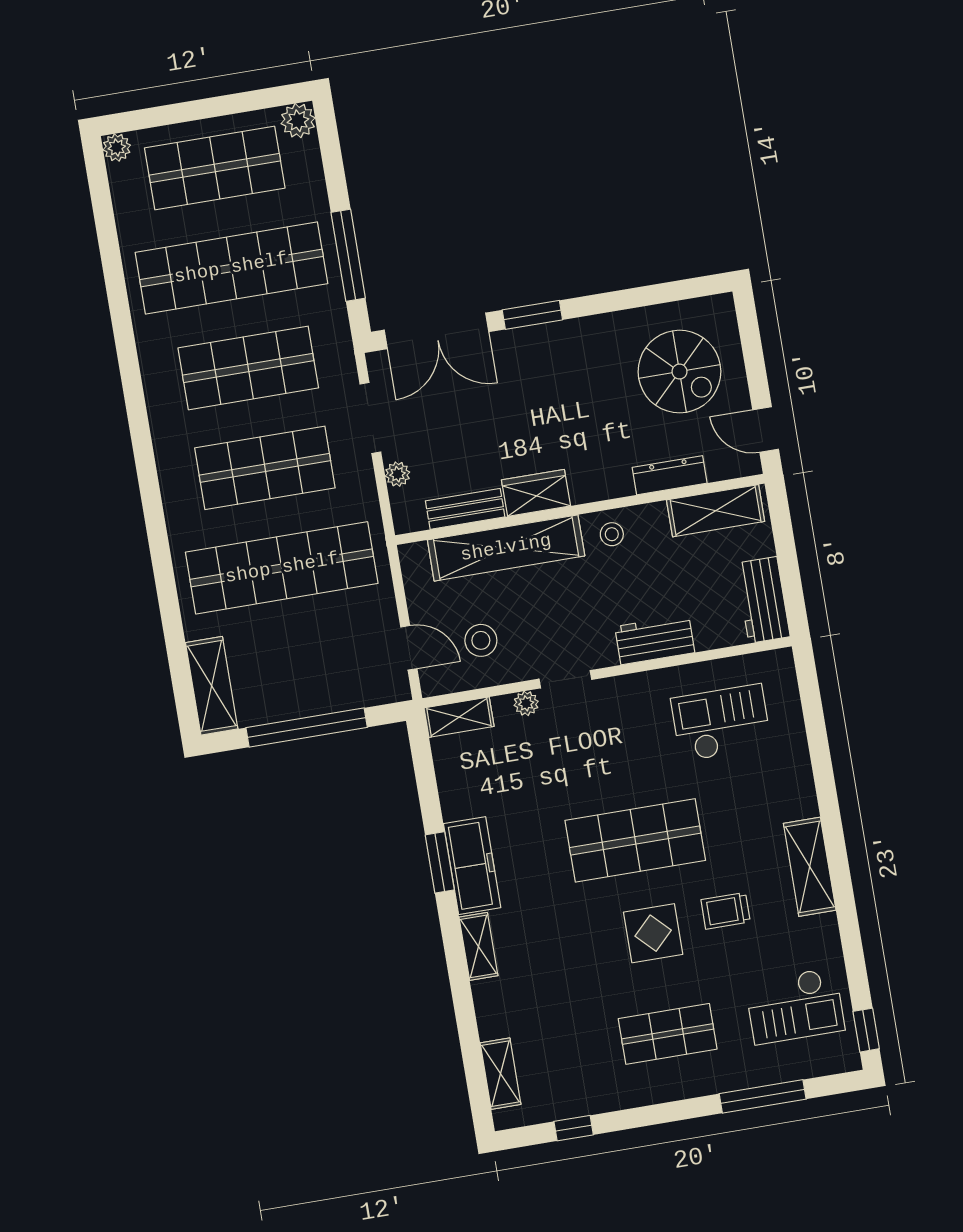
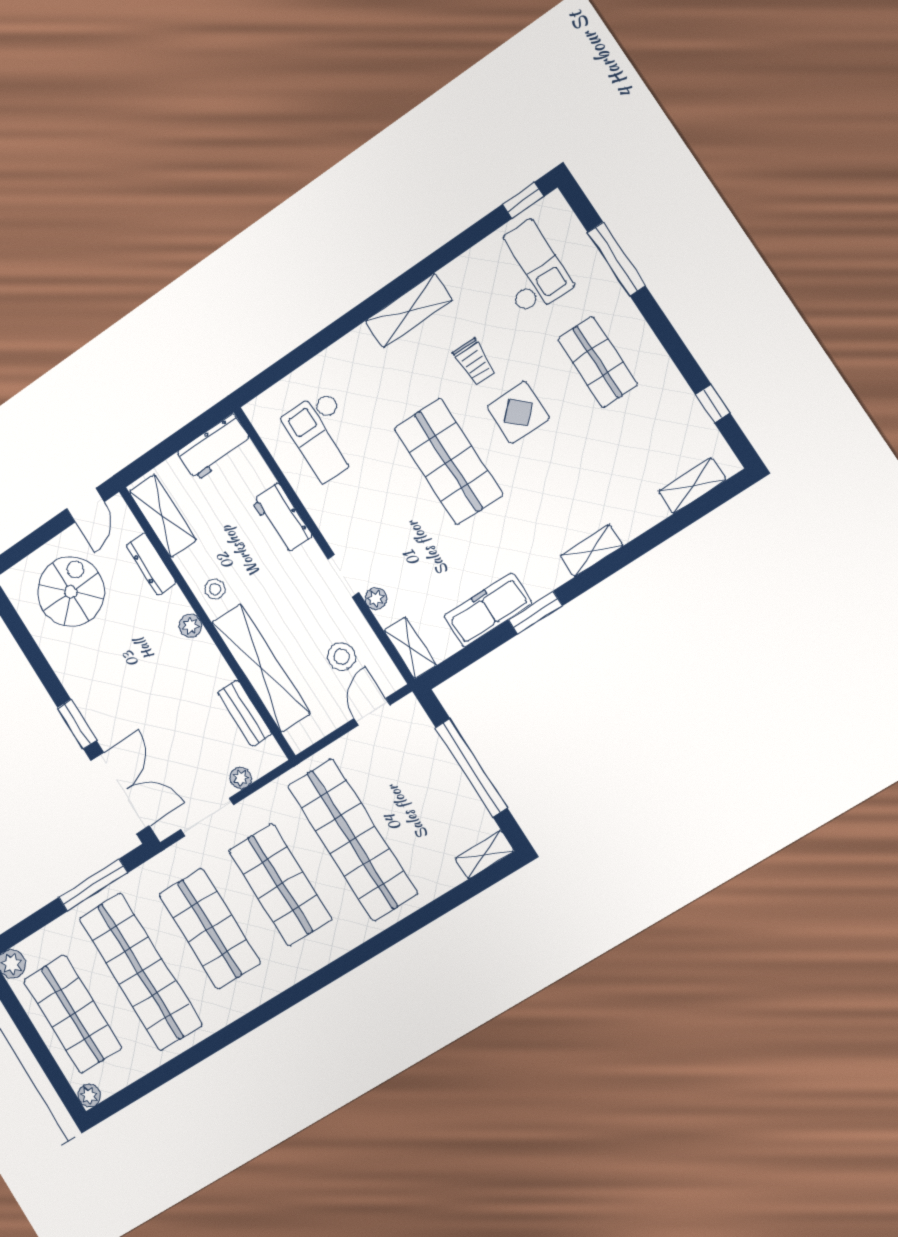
plant: (584, 490) -> (190, 626), added
wardrobe: (536, 493) -> (209, 663), removed
shelving: (212, 686) -> (484, 855), width x0.67, depth x0.75
freezer: (472, 866) -> (488, 610), moved

